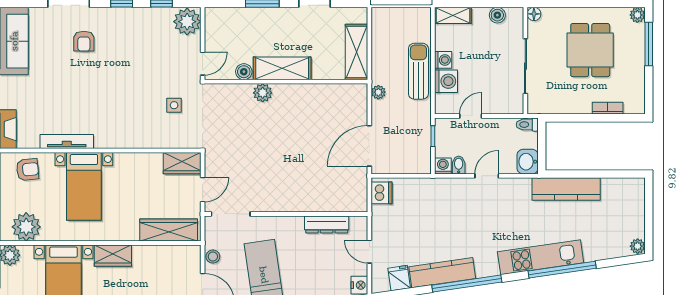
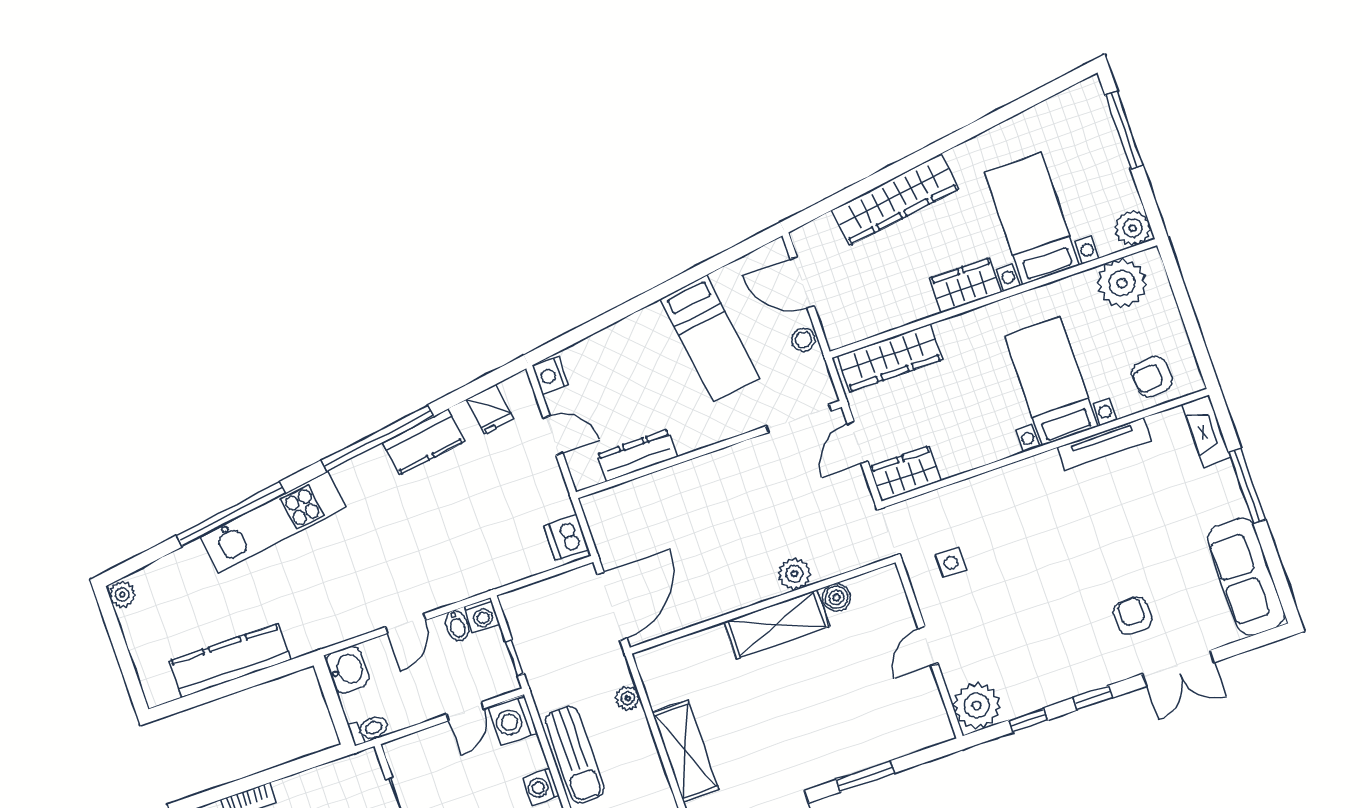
shelving: (282, 68) -> (777, 624), moved
boiler: (244, 72) -> (837, 597), moved
washing machine: (446, 81) -> (513, 721), moved
wall: (286, 82) -> (763, 605), moved
plant: (263, 93) -> (794, 574), moved
kitchen counter: (566, 189) -> (230, 661), moved
kitchen counter: (442, 273) -> (423, 442), width x0.67

